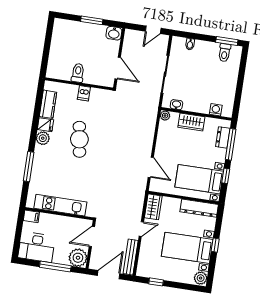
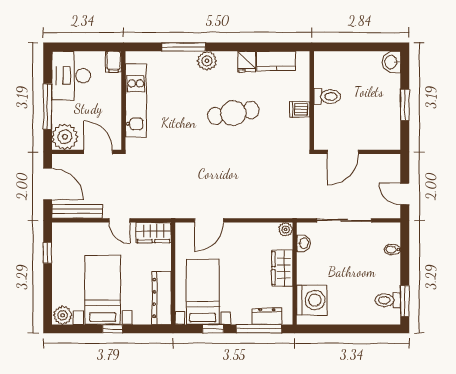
washbasin: (114, 33) -> (391, 62), moved
washing machine: (216, 110) -> (312, 300), width x1.89, depth x1.89
plant: (43, 138) -> (207, 61), moved

